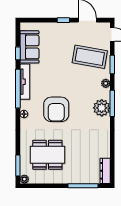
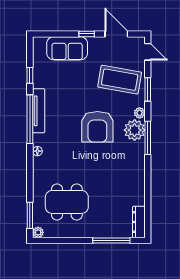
sofa: (29, 47) -> (67, 48), moved, turned 90
plant: (102, 108) -> (135, 130), moved
armchair: (56, 109) -> (97, 127), moved

